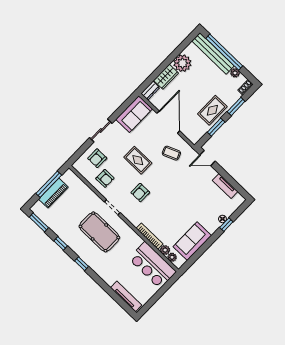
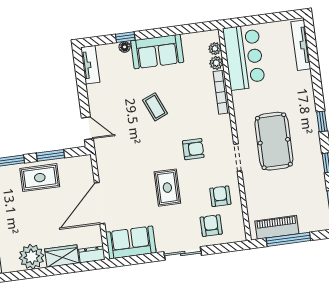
coffee table: (171, 153) -> (155, 107), moved
armchair: (97, 158) -> (211, 226), turned -90
tv unit: (225, 186) -> (90, 65), moved
piano: (53, 193) -> (277, 227), moved
sofa: (192, 241) -> (157, 52), moved

